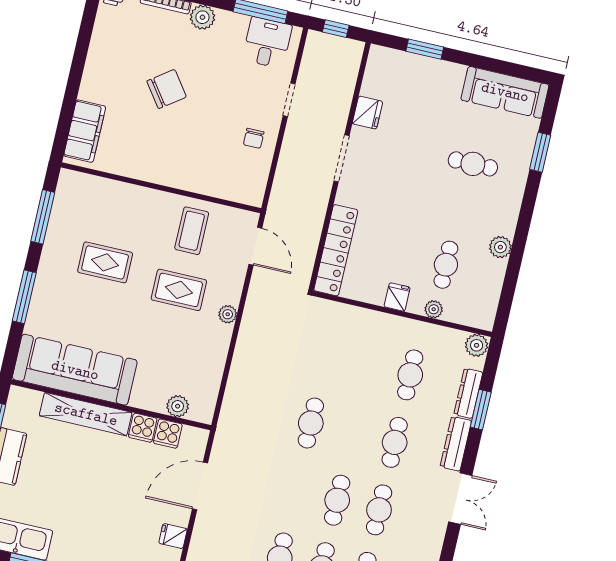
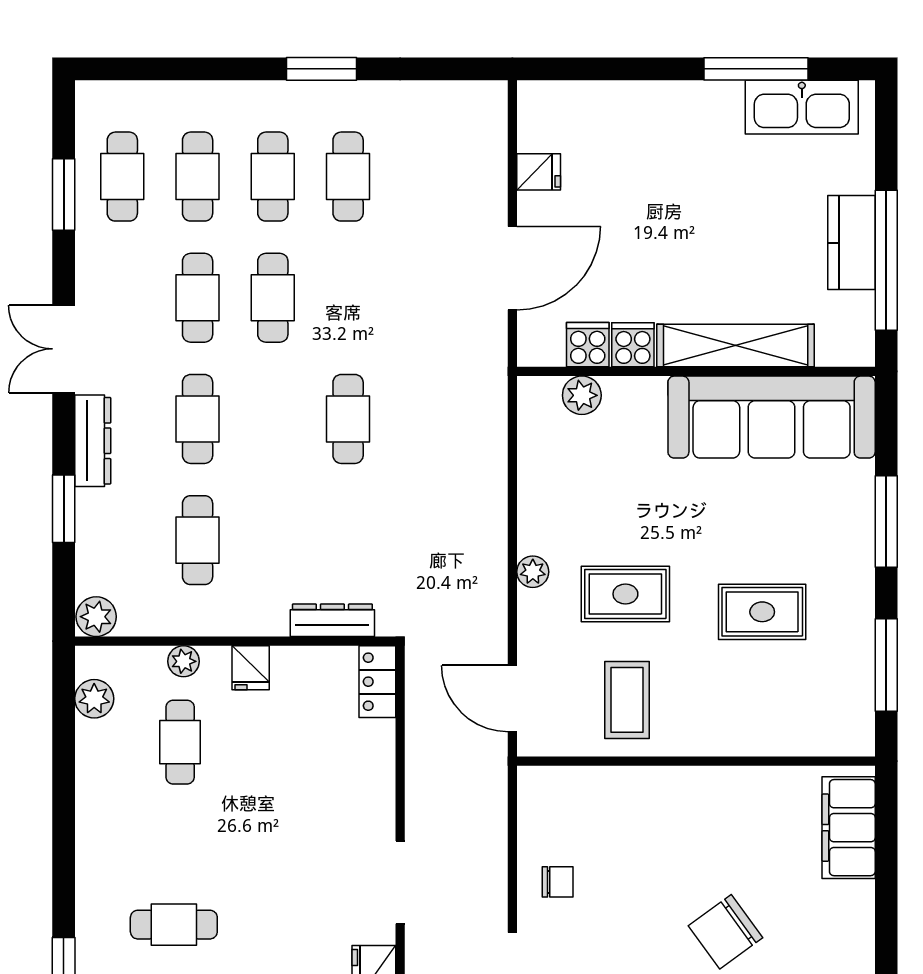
chair: (254, 138) -> (558, 882), turned 90
plant: (500, 247) -> (94, 699), moved
locker: (336, 250) -> (377, 682), width x0.46, depth x0.83
dresser: (468, 393) -> (332, 620), moved, turned -90

